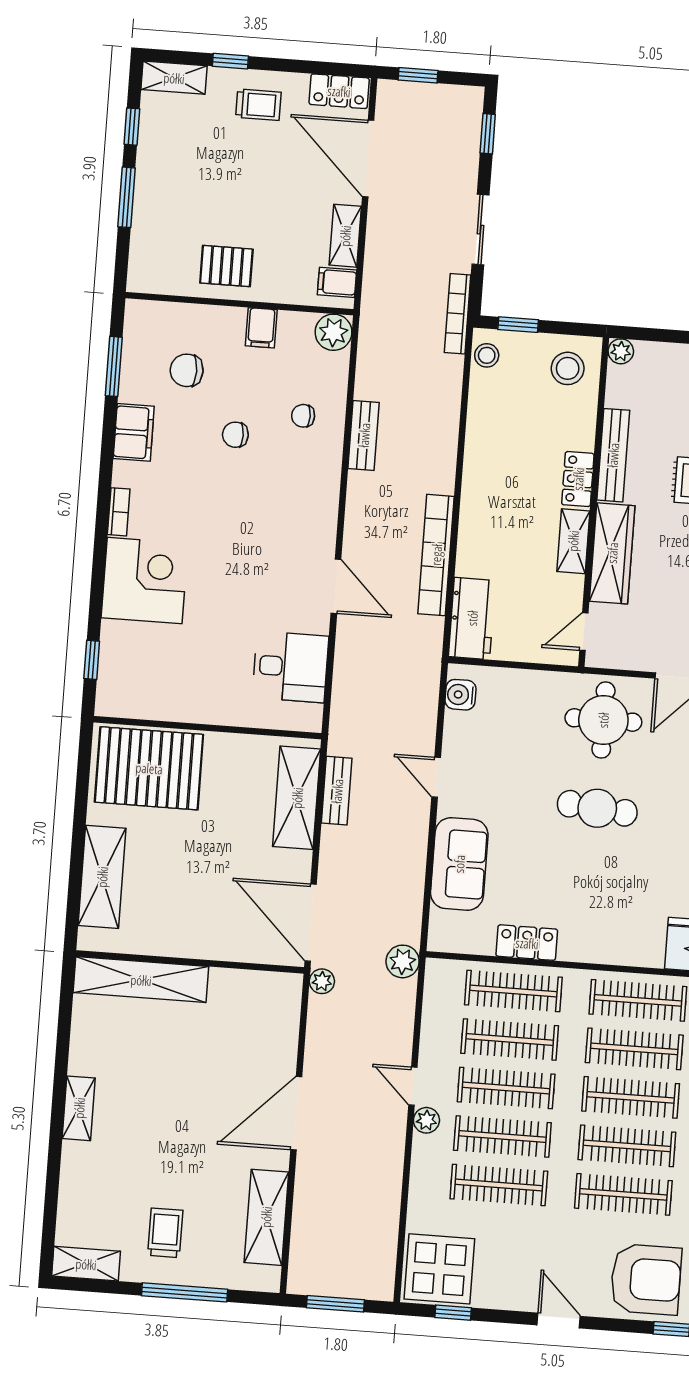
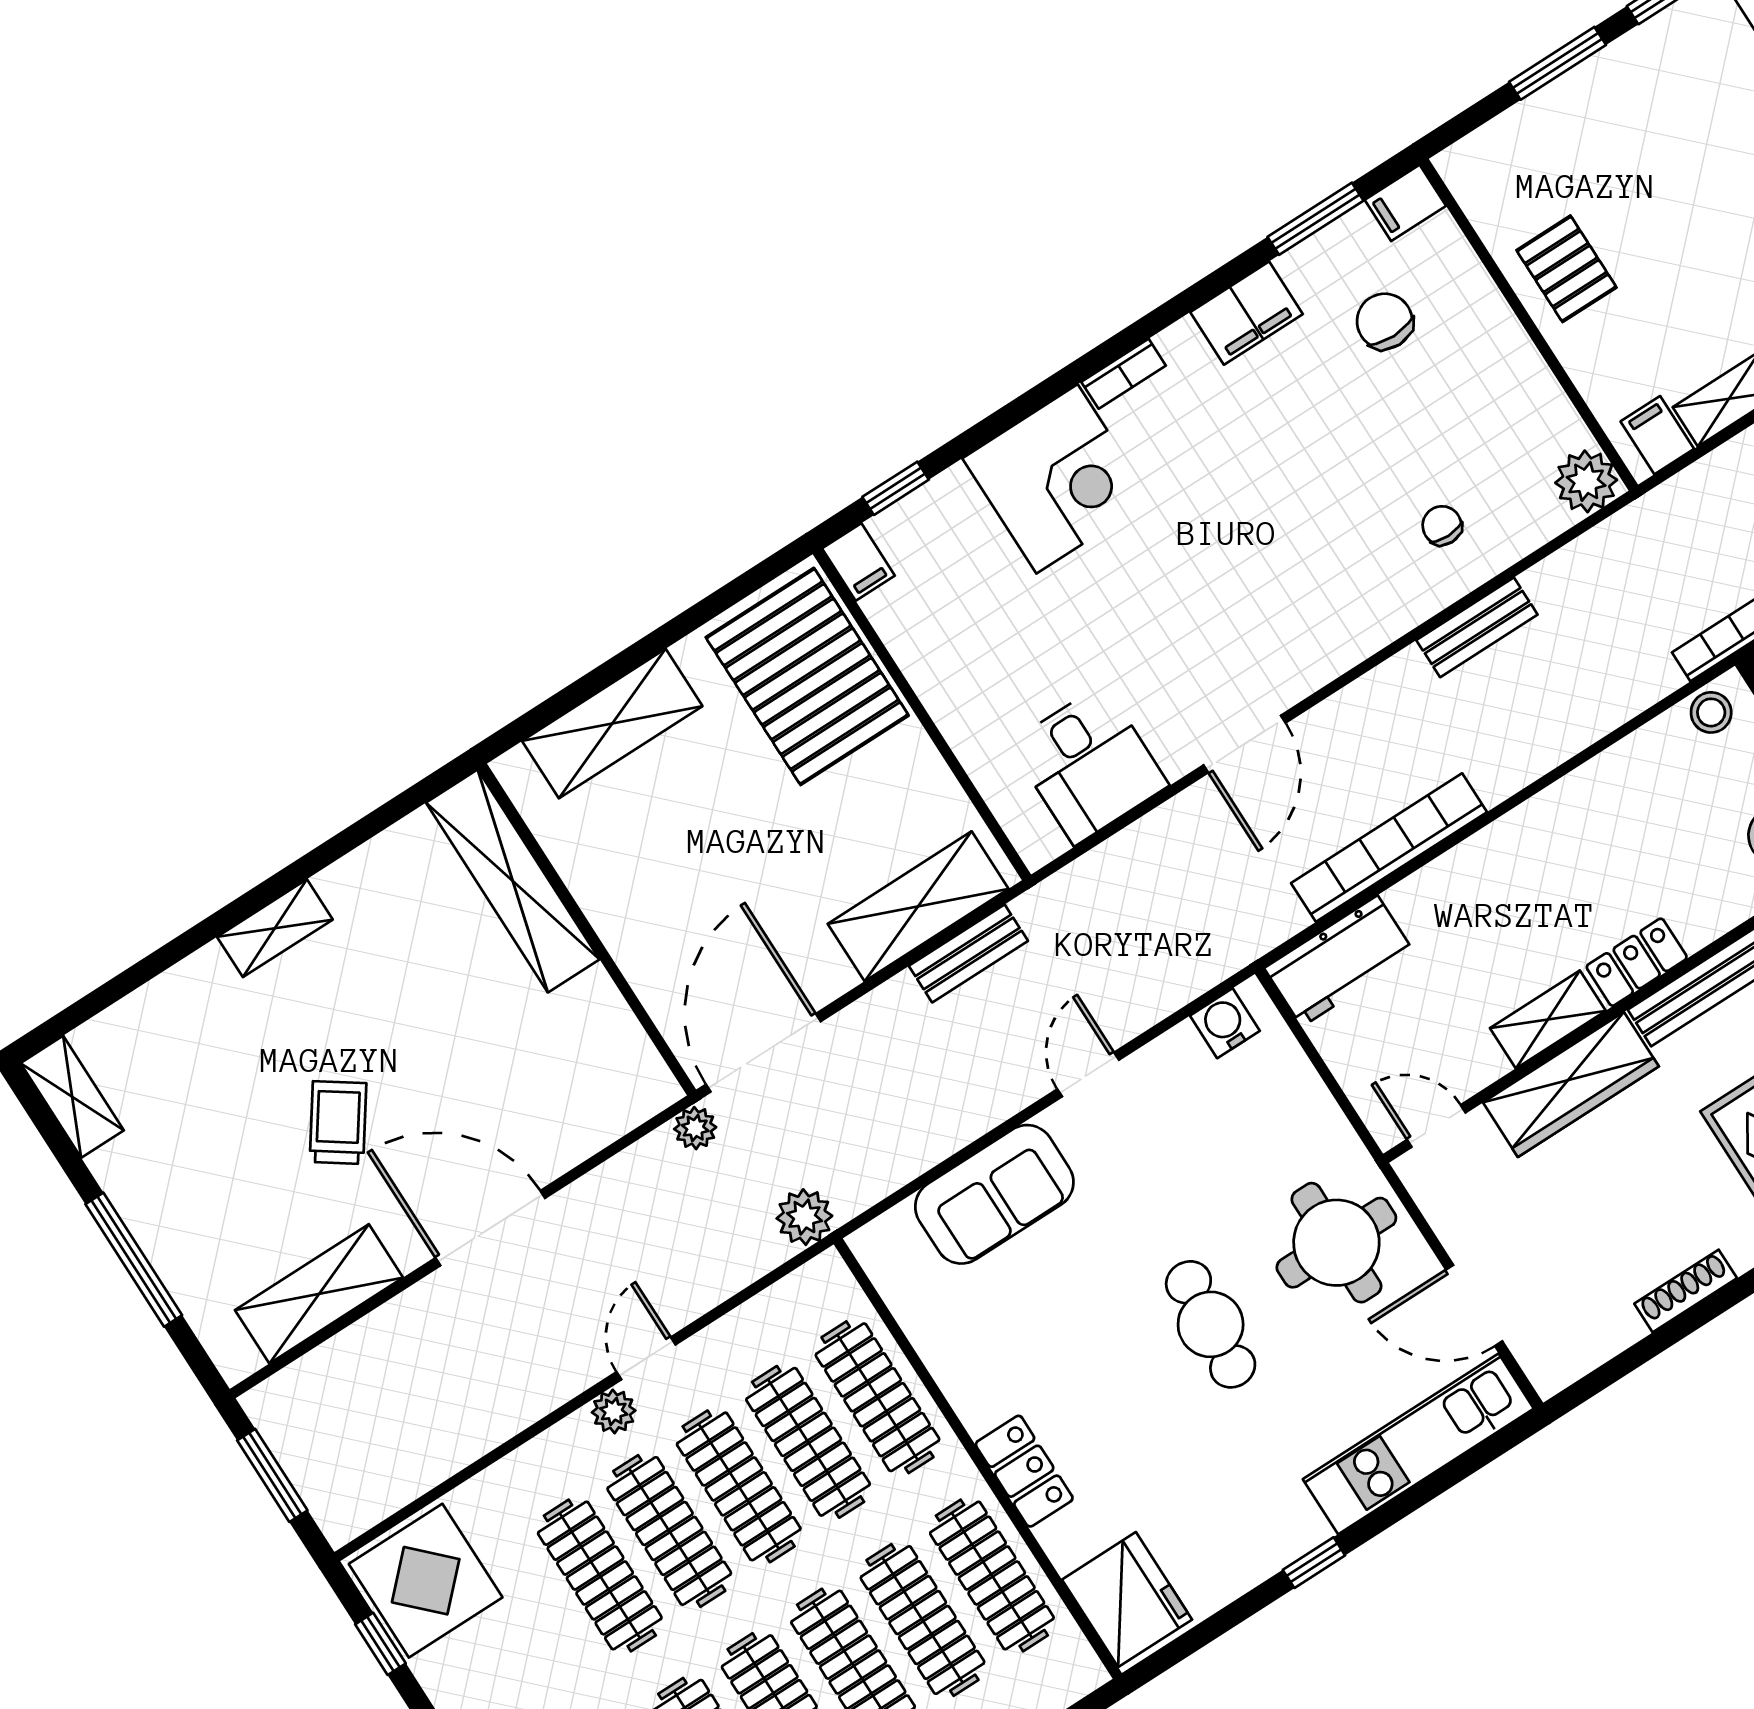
filing cabinet: (261, 328) -> (1405, 203), moved
chair: (235, 435) -> (1347, 453), removed
filing cabinet: (113, 704) -> (858, 562), added
locker: (527, 943) -> (1024, 1471), moved
trolley: (165, 1233) -> (338, 1123), moved, turned -55

